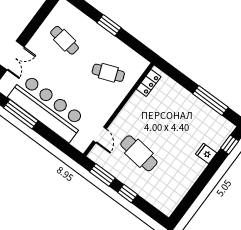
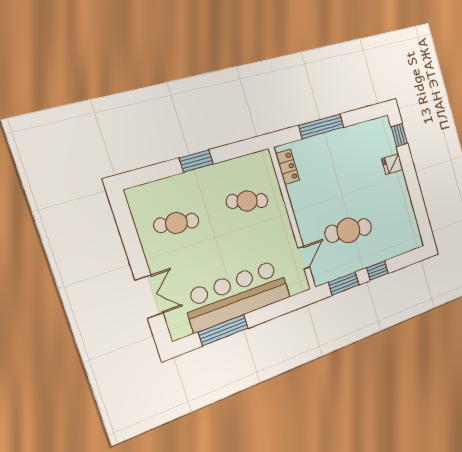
cafe table: (108, 73) -> (247, 201), turned 36
window: (210, 100) -> (321, 126), moved
door: (100, 135) -> (304, 258), hinge flipped

